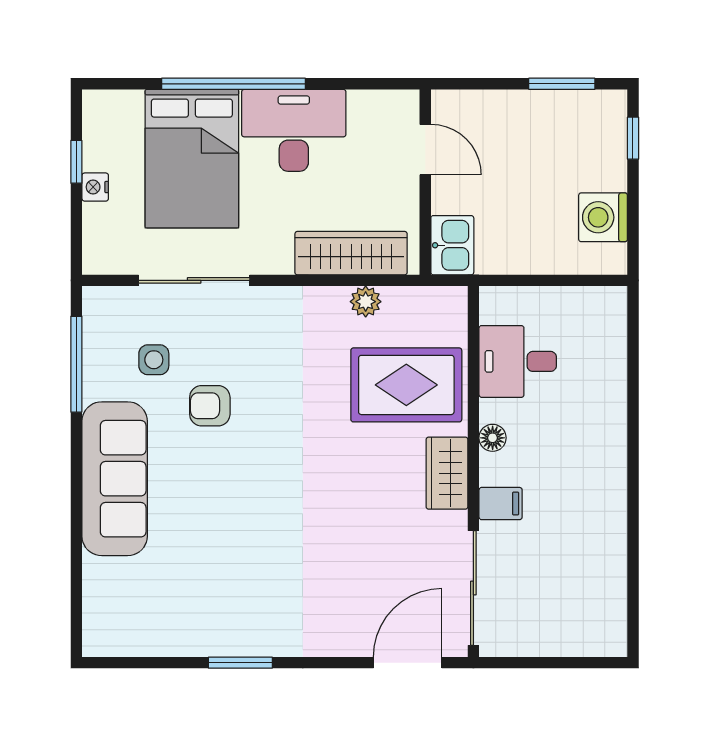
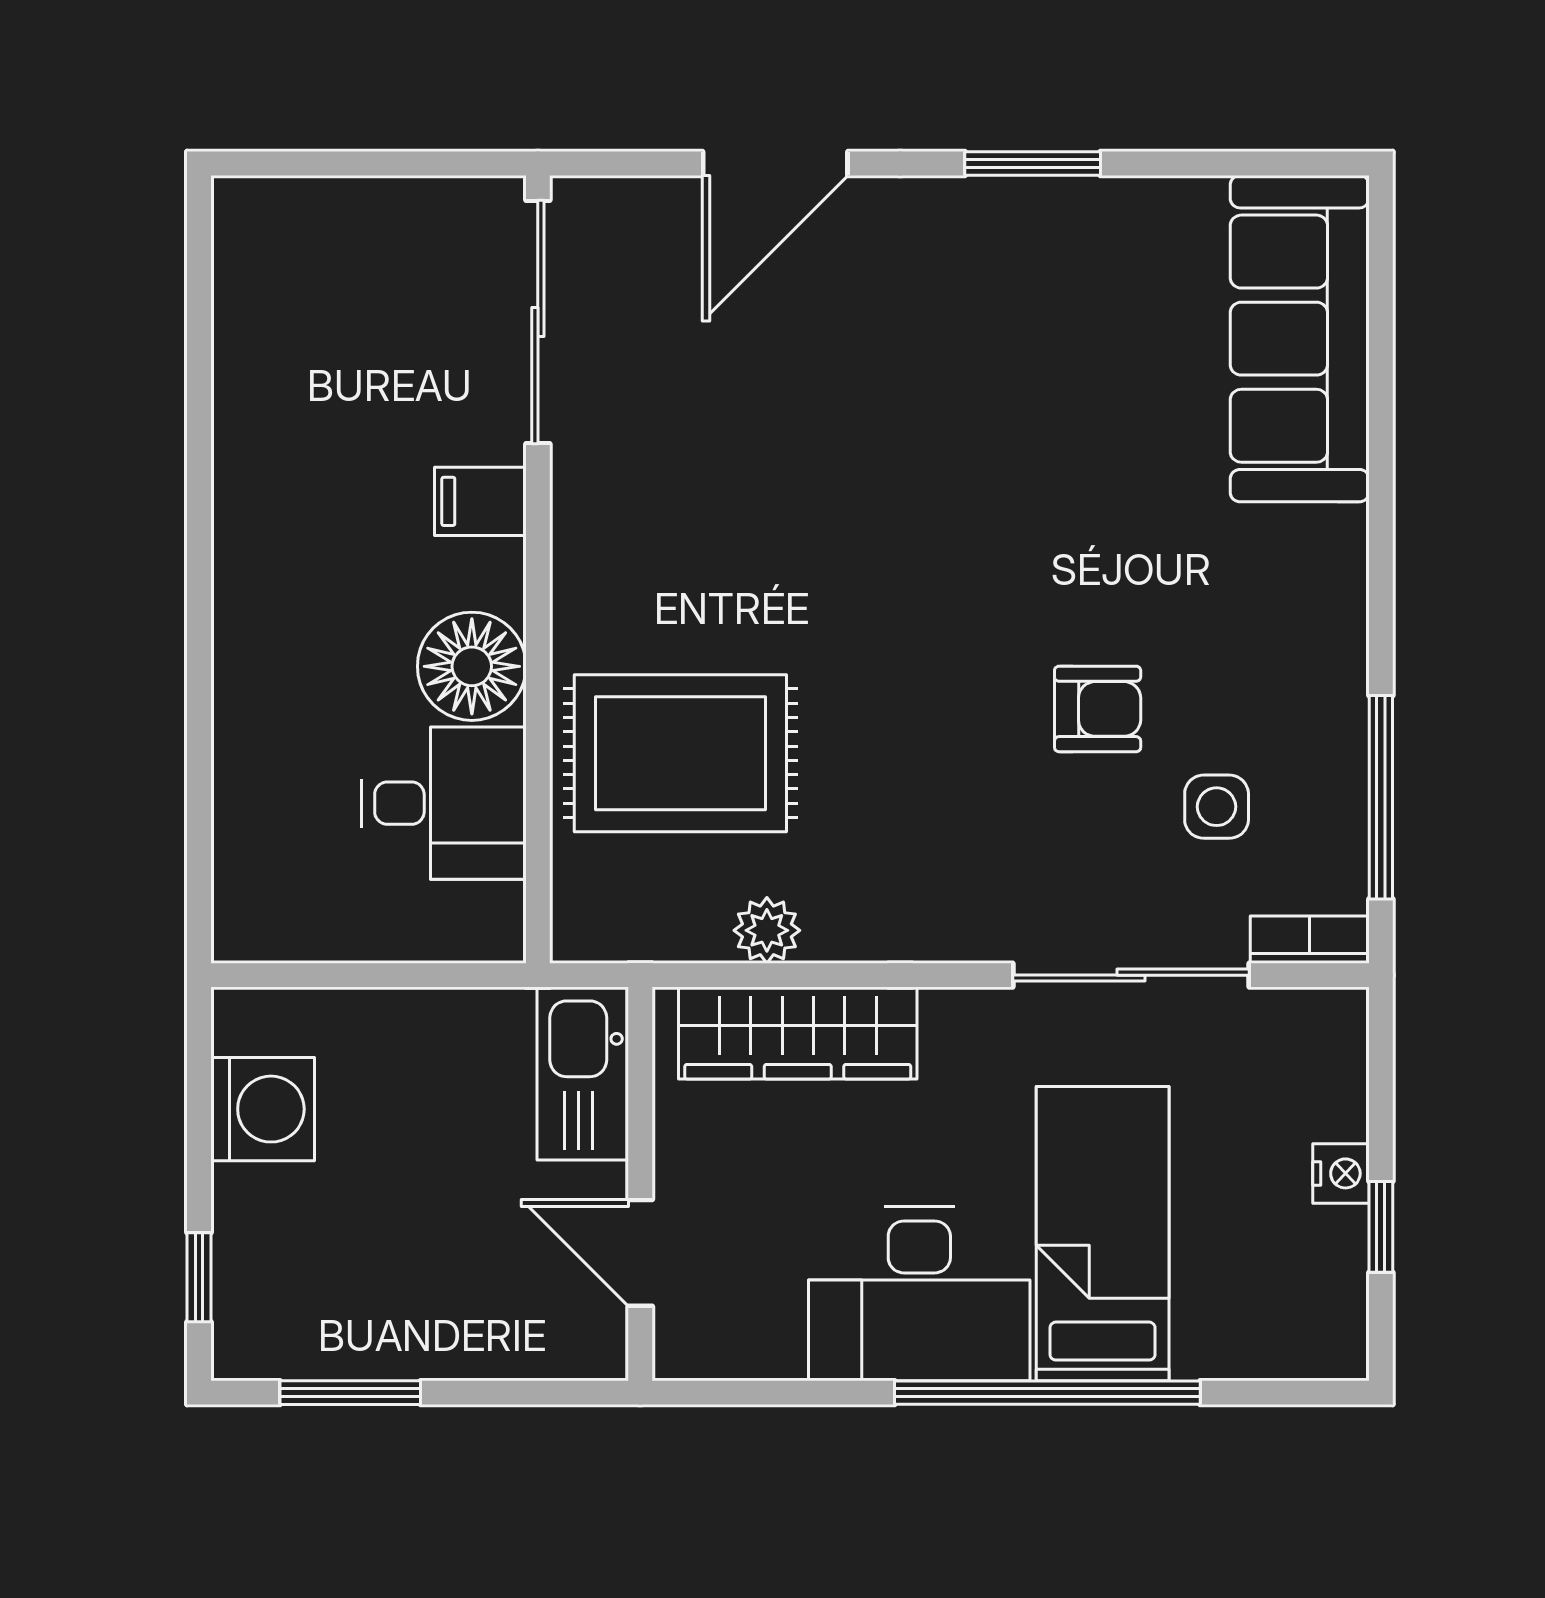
bed: (192, 159) -> (1103, 1234), width x0.67
kitchen sink: (452, 245) -> (583, 1073), width x1.38
bookcase: (110, 297) -> (1310, 940), added
floor lamp: (493, 438) -> (472, 666), width x1.89, depth x1.89
wardrobe: (447, 473) -> (594, 566), removed
sofa: (115, 479) -> (1300, 339), moved
door: (408, 663) -> (775, 164), moved

